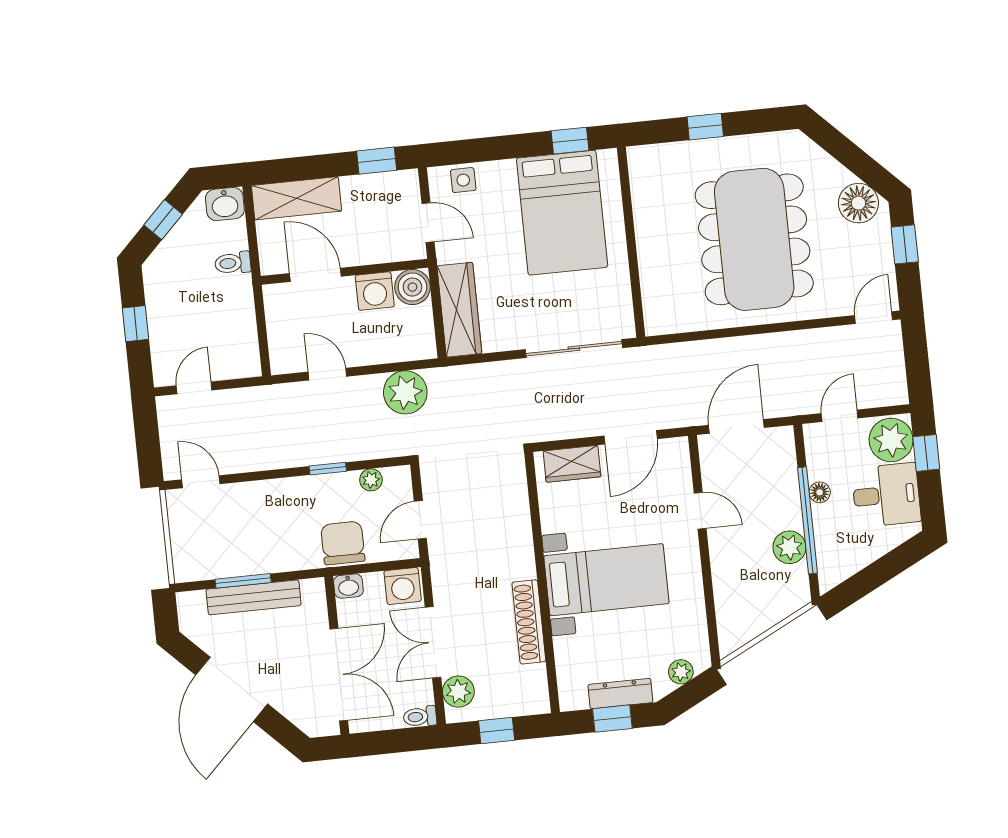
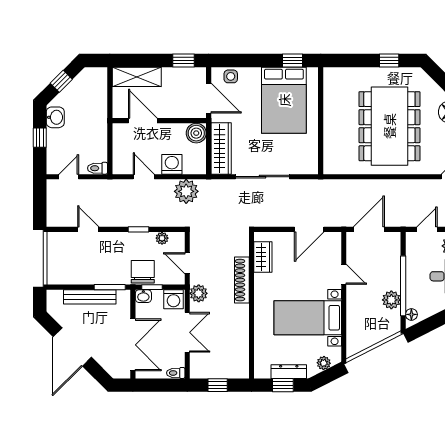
window: (705, 127) -> (389, 61), moved
washbasin: (225, 204) -> (55, 117), moved, turned -90
door: (428, 223) -> (209, 98), width x1.38
toilet: (233, 263) -> (97, 168), moved
washing machine: (375, 291) -> (172, 164), moved, turned 180
sliding door: (574, 349) -> (263, 177), moved
wardrobe: (572, 464) -> (263, 257), moved, turned -90
door: (201, 482) -> (88, 229), moved
floor lamp: (820, 492) -> (411, 314), moved
door: (420, 520) -> (187, 263), hinge flipped
window: (362, 569) -> (152, 287), added
bed with nightstands: (606, 580) -> (308, 318), moved, turned 180
window: (243, 581) -> (110, 287), moved
shoe rack: (529, 622) -> (242, 280), moved
double door: (433, 642) -> (187, 332), swing flipped
plant: (458, 692) -> (199, 293), moved

